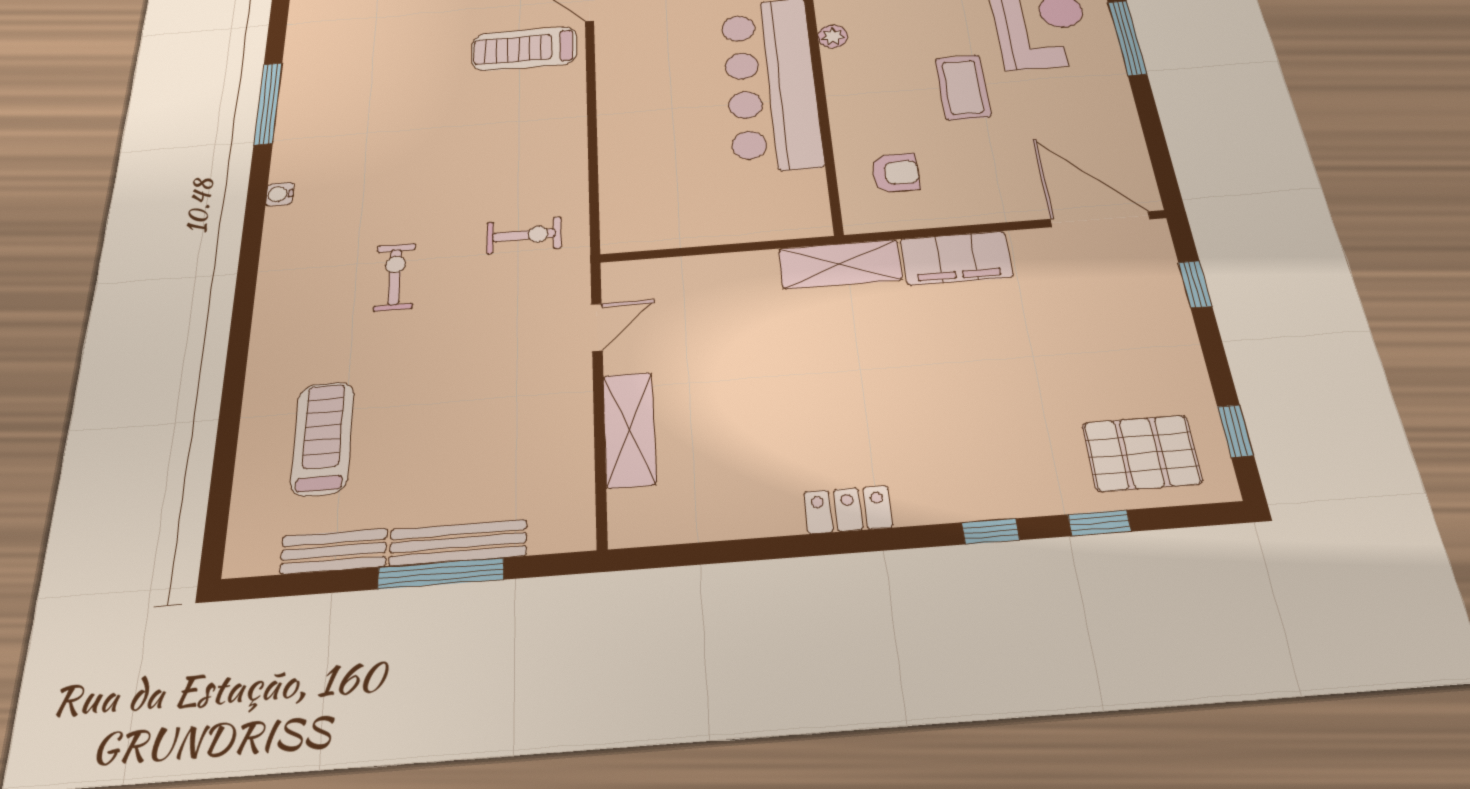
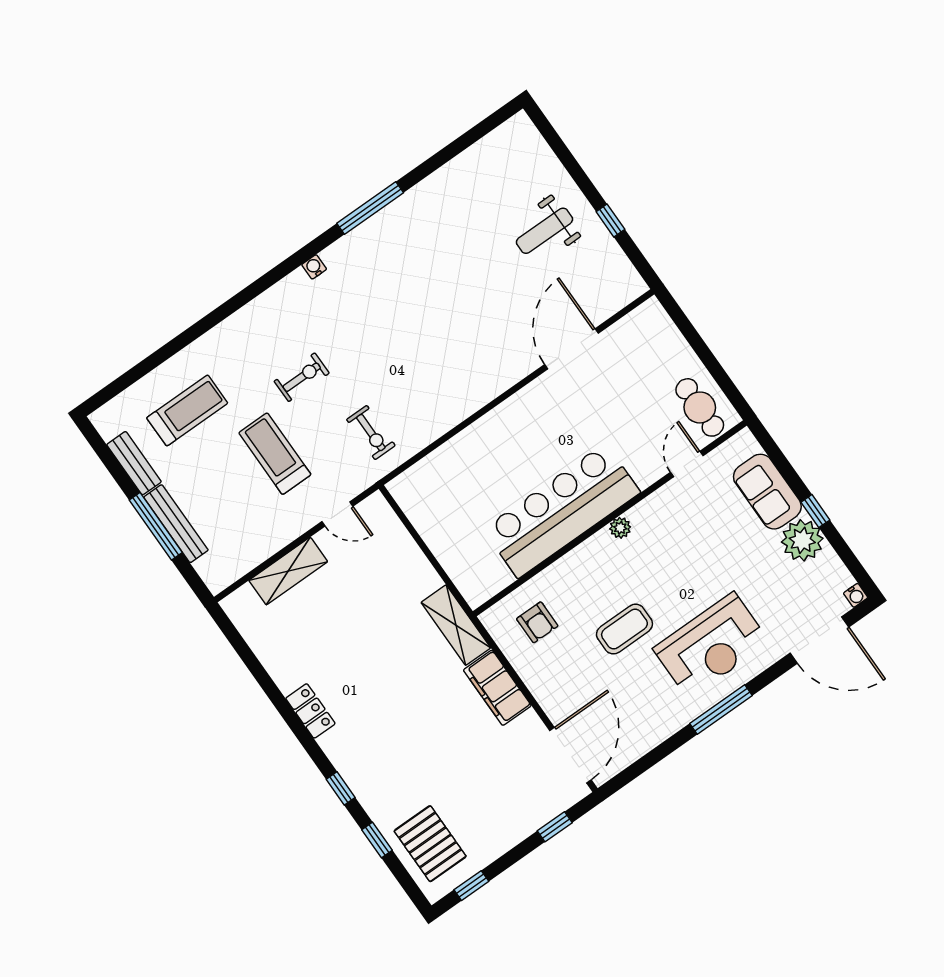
treadmill: (524, 49) -> (275, 454), moved

